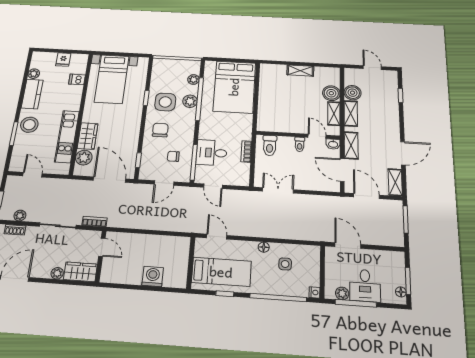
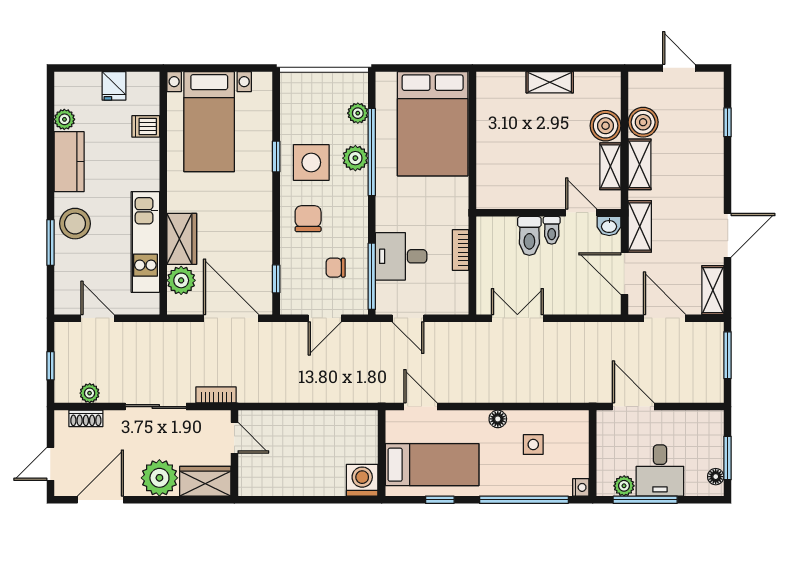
toilet: (270, 145) -> (529, 236), moved
plant: (57, 273) -> (159, 478), width x1.88, depth x1.88
washing machine: (153, 276) -> (362, 480), moved

